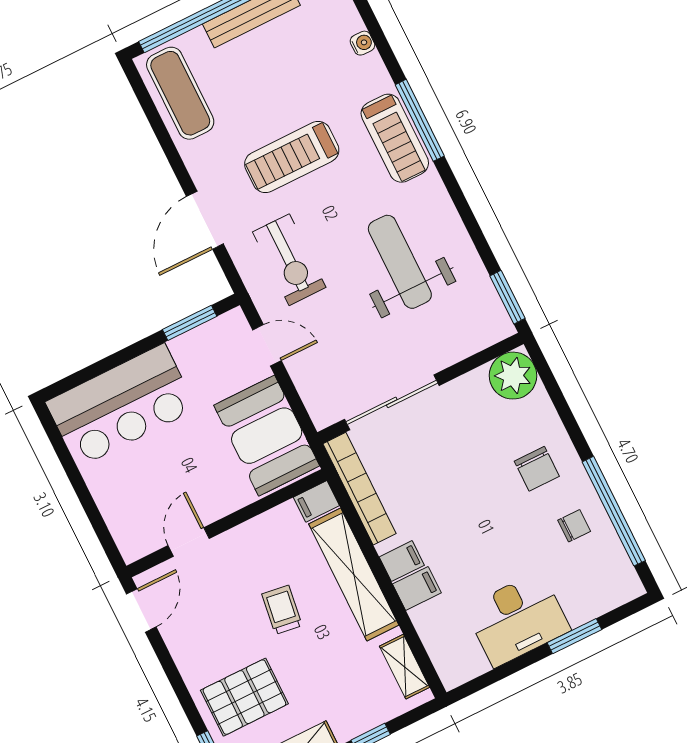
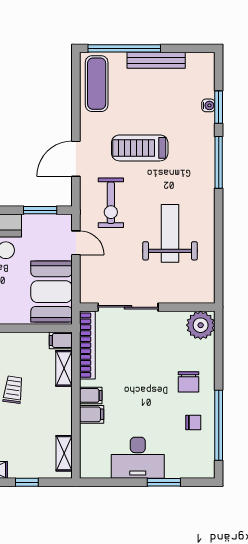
treadmill: (395, 138) -> (200, 165), removed
window: (508, 297) -> (219, 107), moved
shelving: (354, 575) -> (64, 368), width x0.45, depth x0.75

